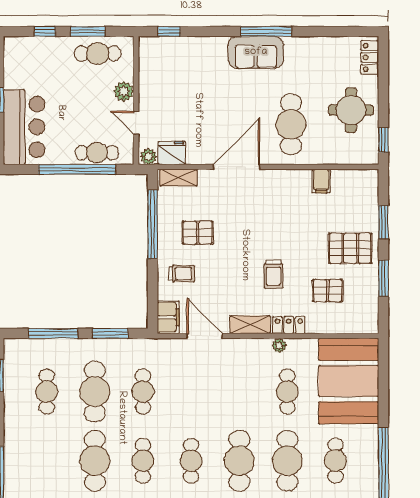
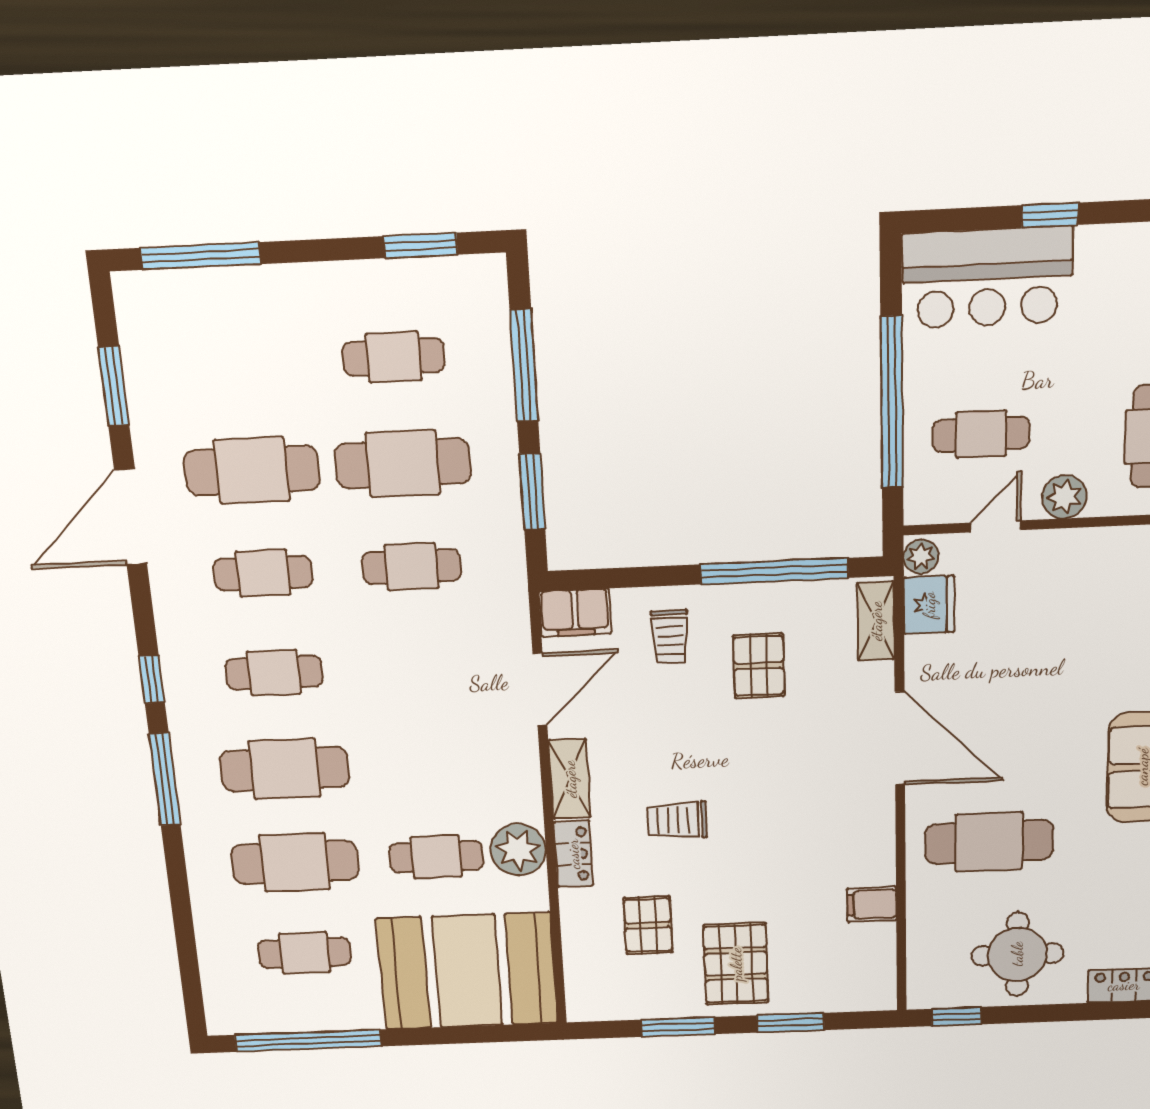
cafe table: (97, 153) -> (981, 434), moved, turned 90
plant: (279, 345) -> (518, 850), width x1.88, depth x1.88

